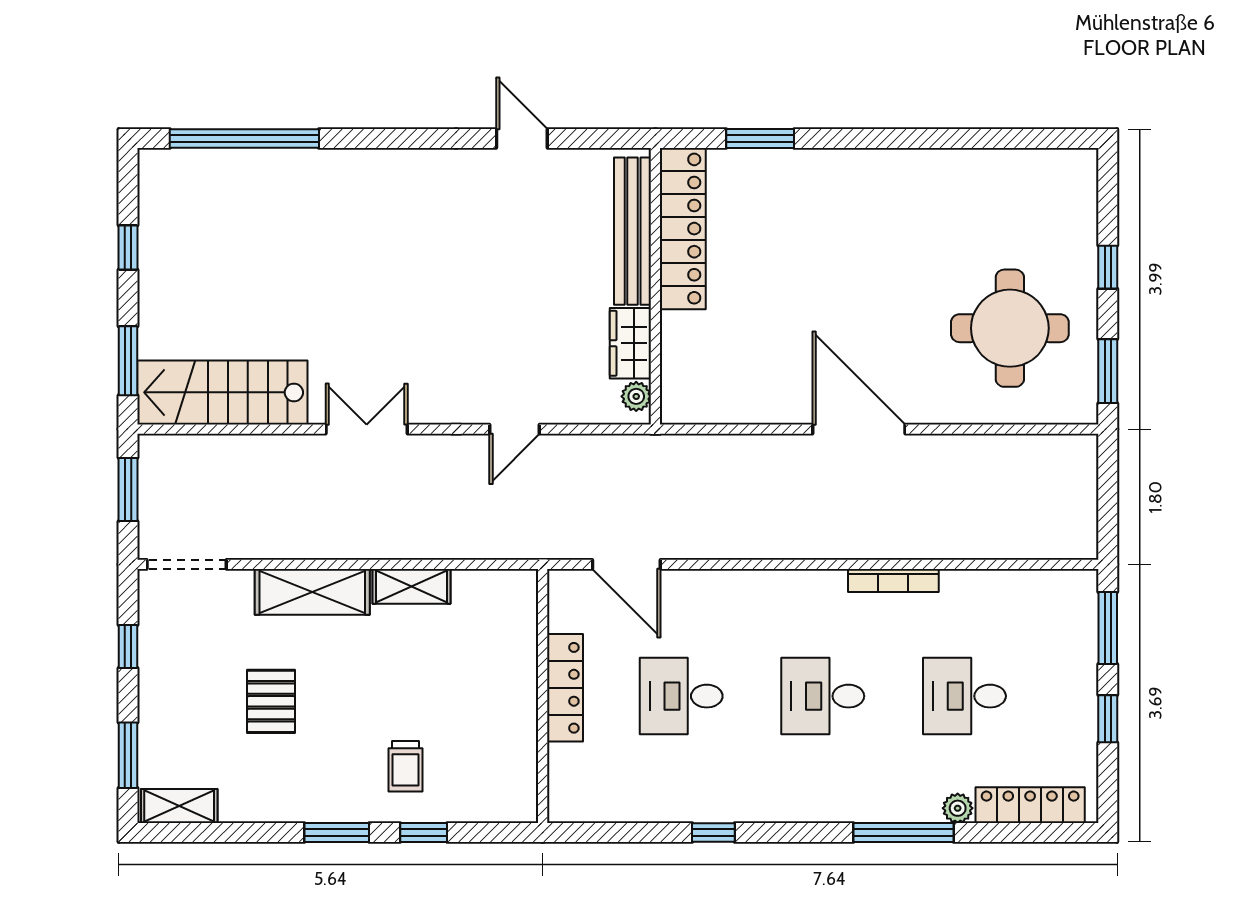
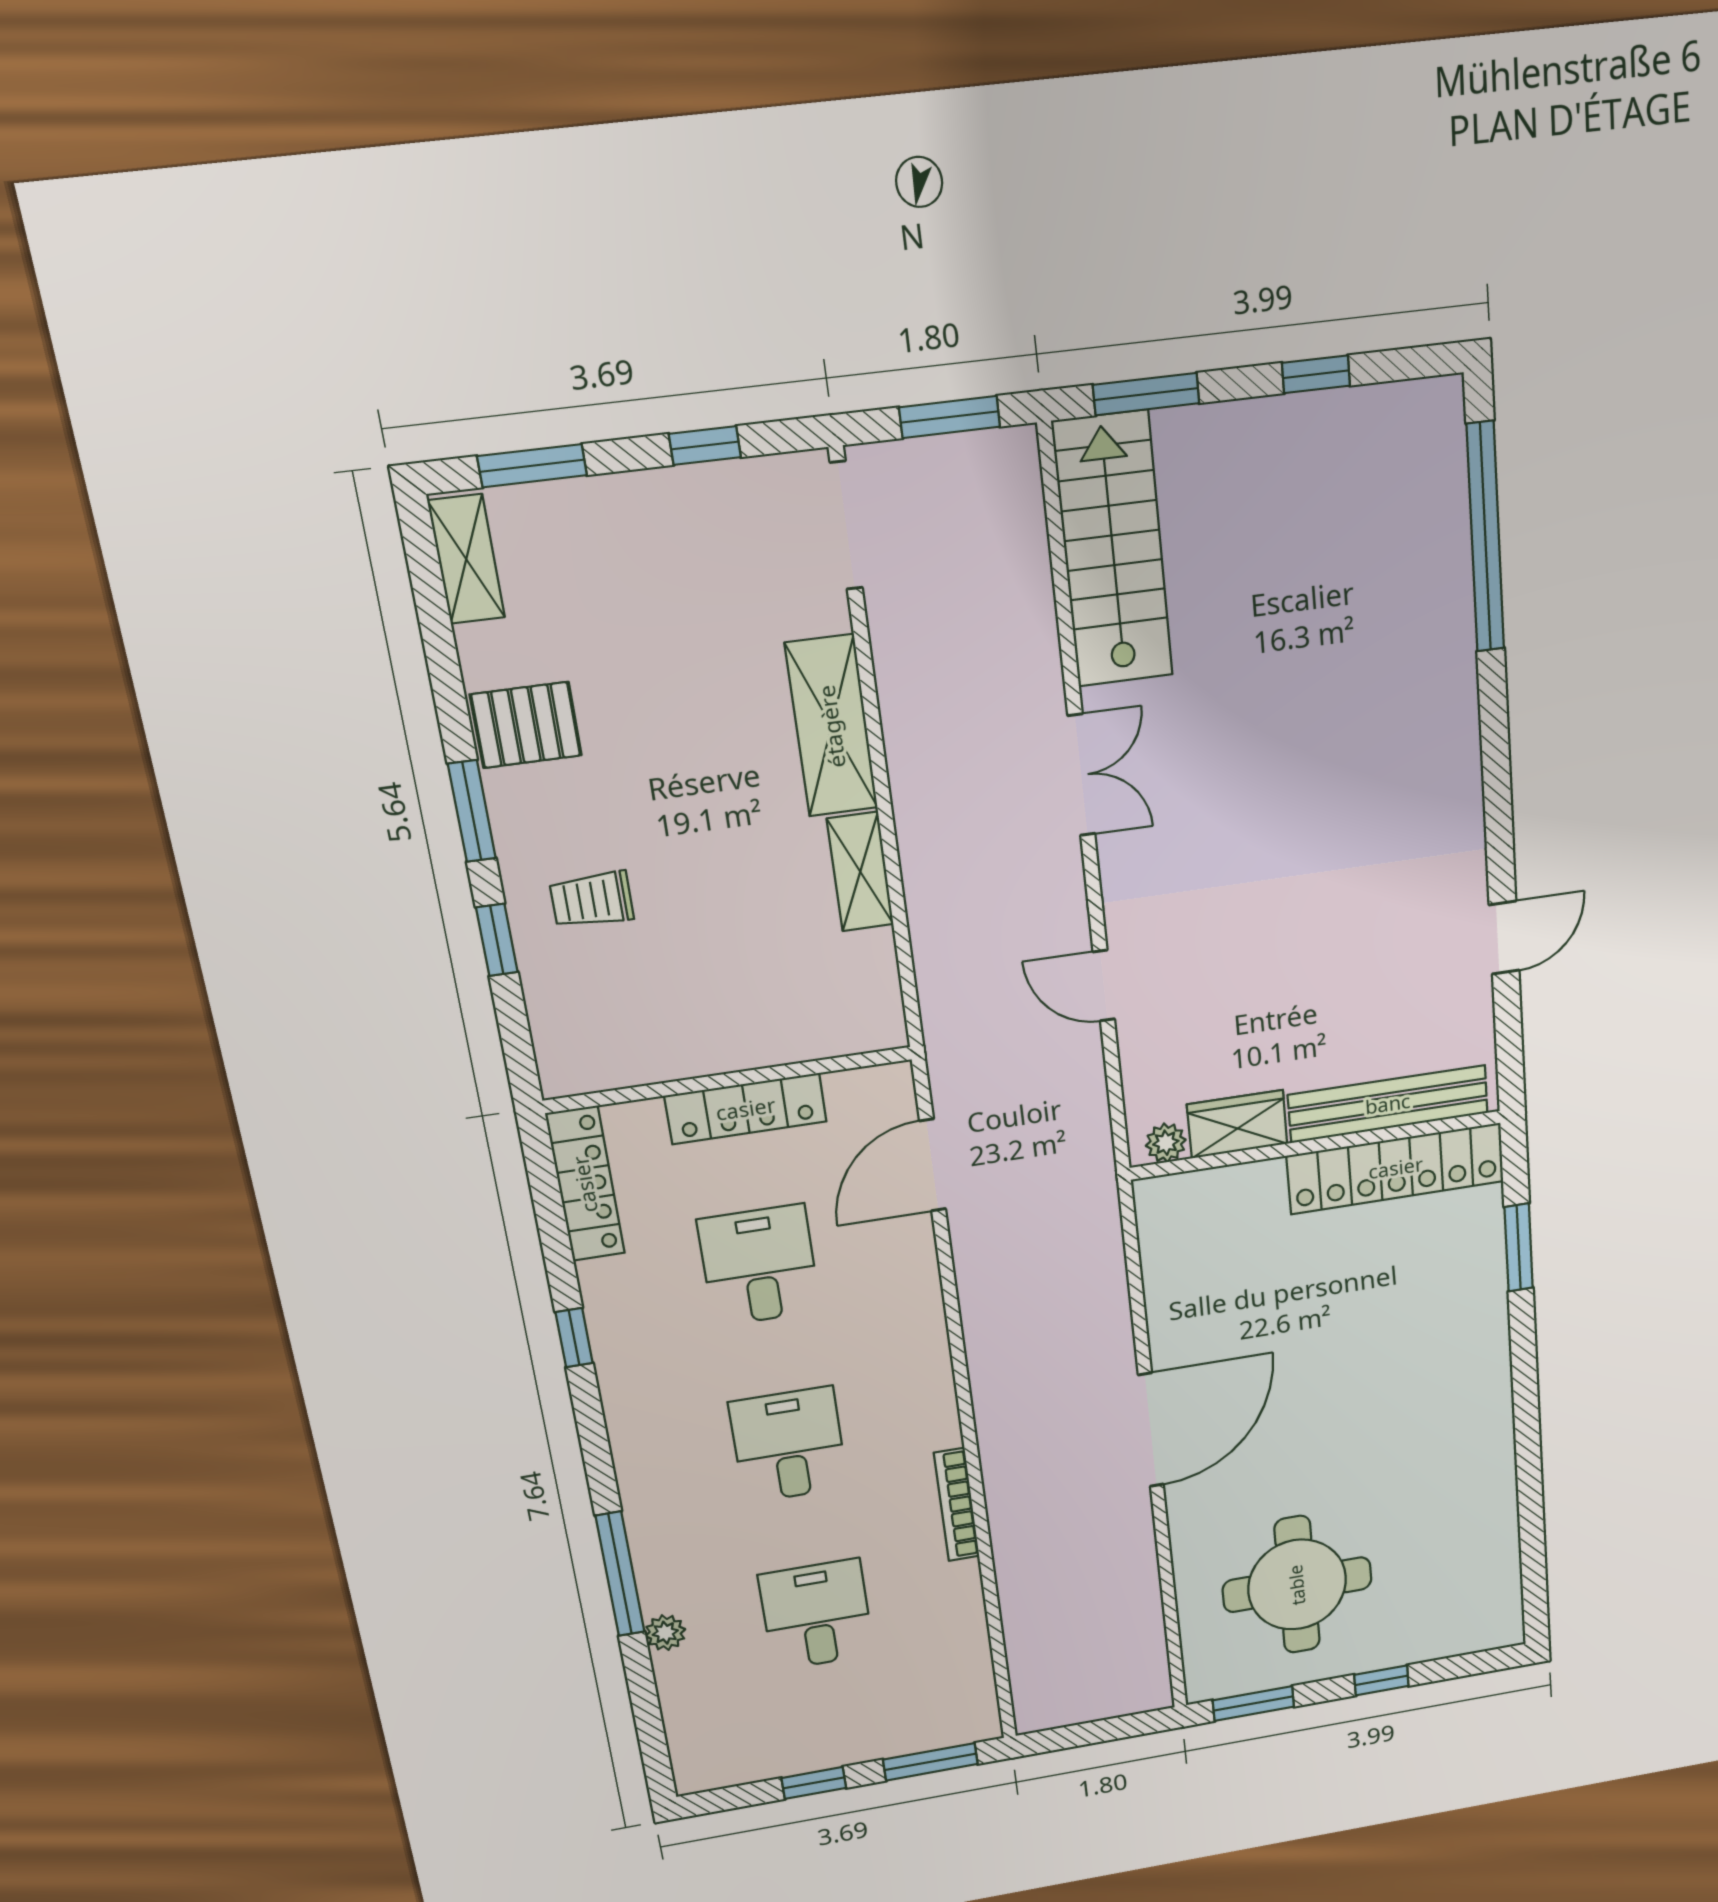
pallet: (271, 701) -> (526, 725), moved
locker: (1030, 805) -> (585, 1184), moved

